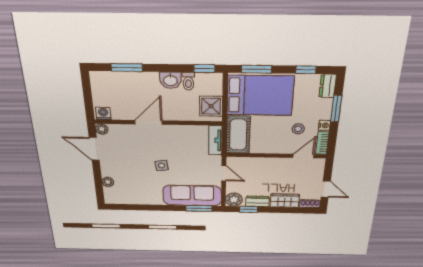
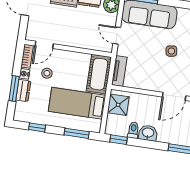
dresser: (328, 86) -> (23, 91), moved
bed: (260, 96) -> (77, 103), width x0.67

